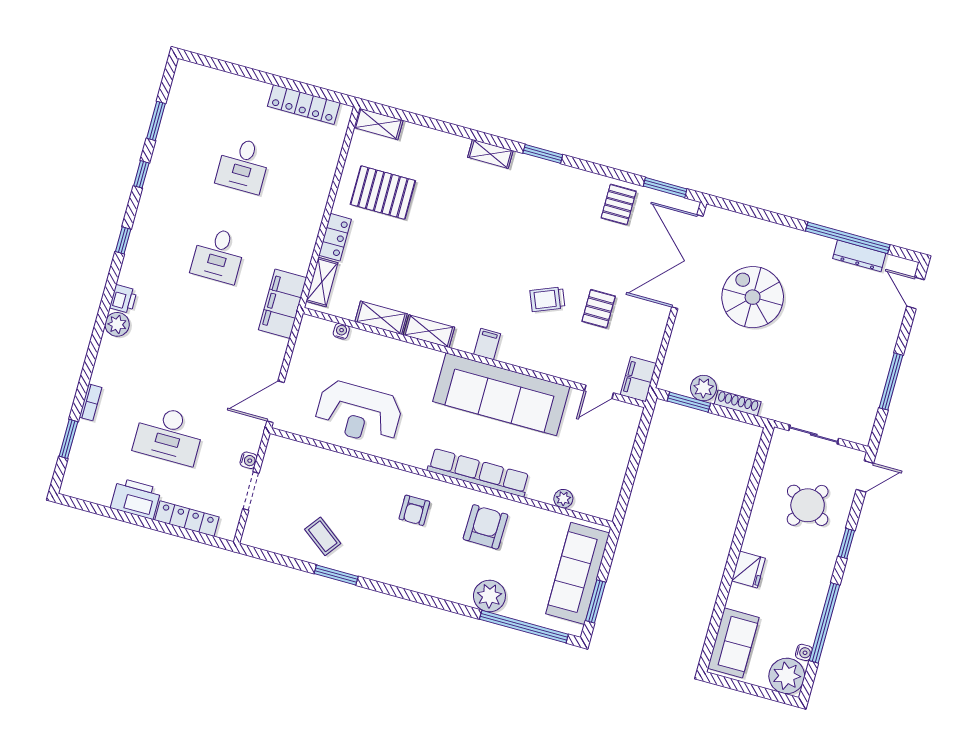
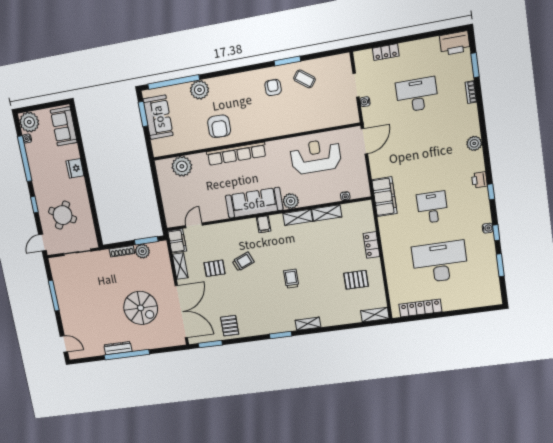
desk: (243, 165) -> (440, 262), width x1.87, depth x1.30
water cooler: (151, 187) -> (488, 228), added
pallet: (383, 193) -> (356, 280), width x0.67, depth x0.71
trolley: (484, 238) -> (291, 279), added
window: (848, 238) -> (127, 355), moved
dresser: (859, 256) -> (118, 348), moved
shelving: (322, 282) -> (180, 266), moved
printer: (123, 299) -> (479, 180), moved
pallet: (599, 309) -> (215, 268), turned 90
plant: (428, 361) -> (291, 201), added
sofa: (501, 394) -> (254, 203), width x0.74, depth x0.79
printer: (136, 499) -> (455, 43), moved
plant: (563, 499) -> (182, 166), width x1.87, depth x1.87
armchair: (414, 510) -> (273, 87), moved
locker: (187, 519) -> (386, 52), width x0.66
sofa: (578, 573) -> (158, 117), width x0.73

